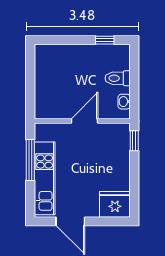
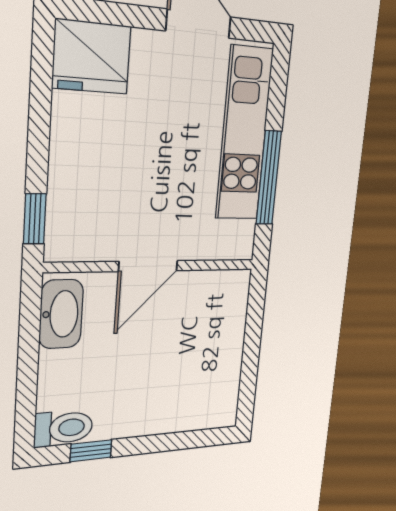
toilet: (118, 78) -> (64, 428), moved
washbasin: (124, 102) -> (61, 314), width x1.91, depth x1.45

